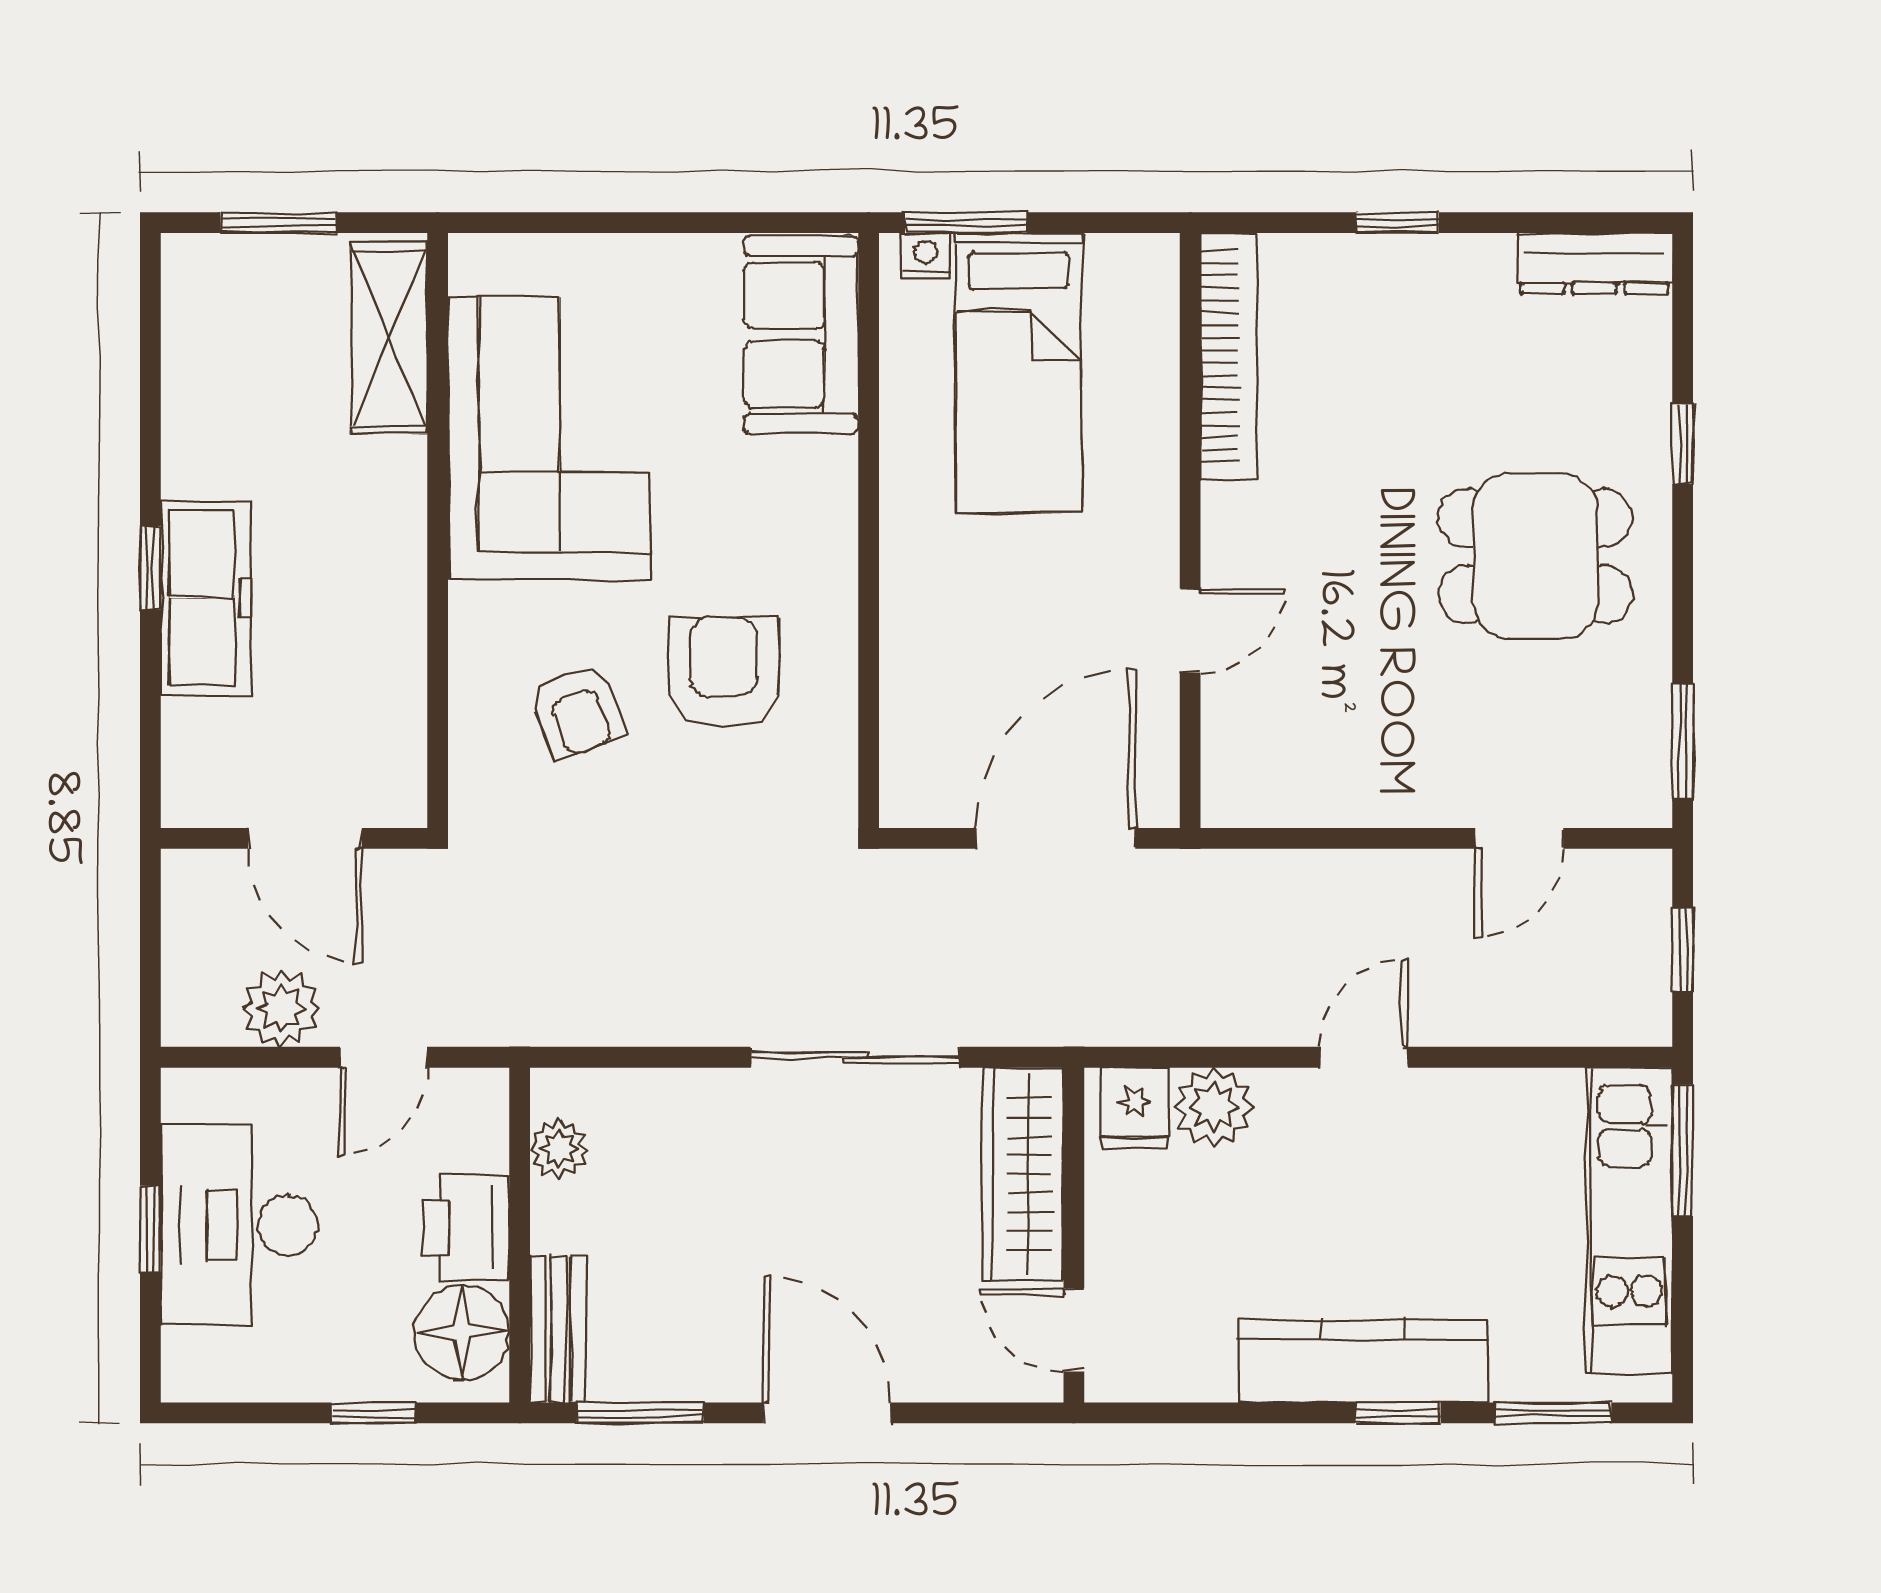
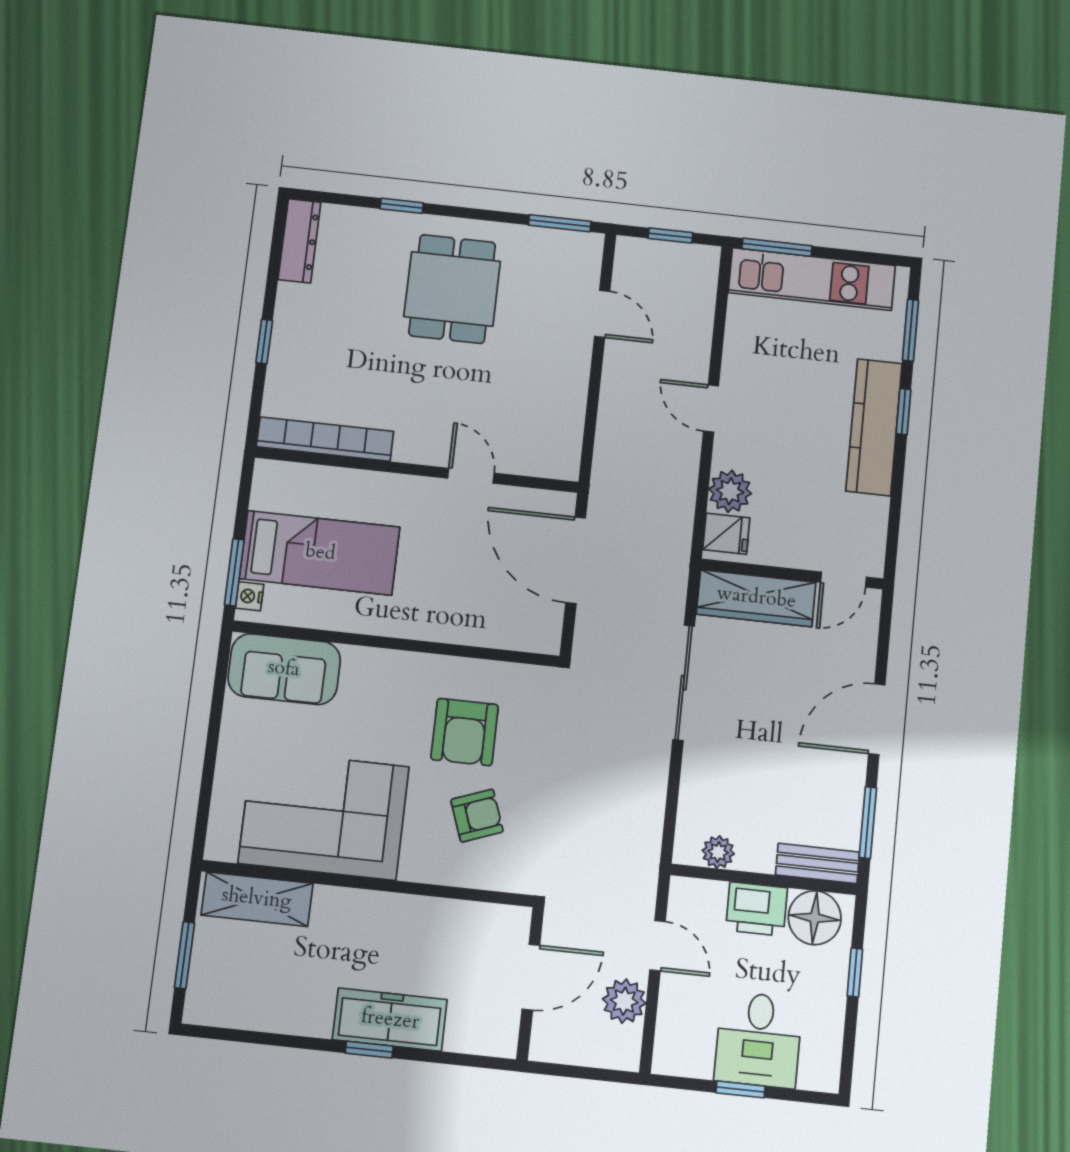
armchair: (724, 672) -> (465, 732), turned -90
desk: (239, 1225) -> (758, 1040), width x0.73

